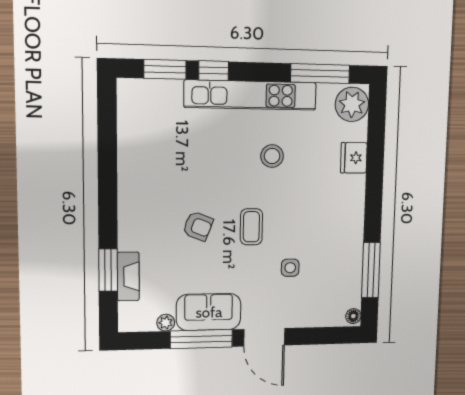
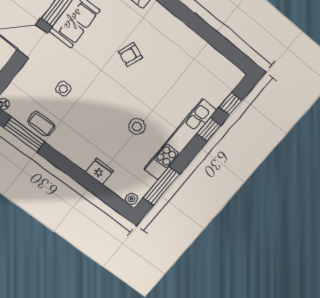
window: (165, 69) -> (230, 104), width x0.67
plant: (352, 104) -> (131, 199), width x0.53, depth x0.53
coffee table: (251, 227) -> (41, 124), moved

